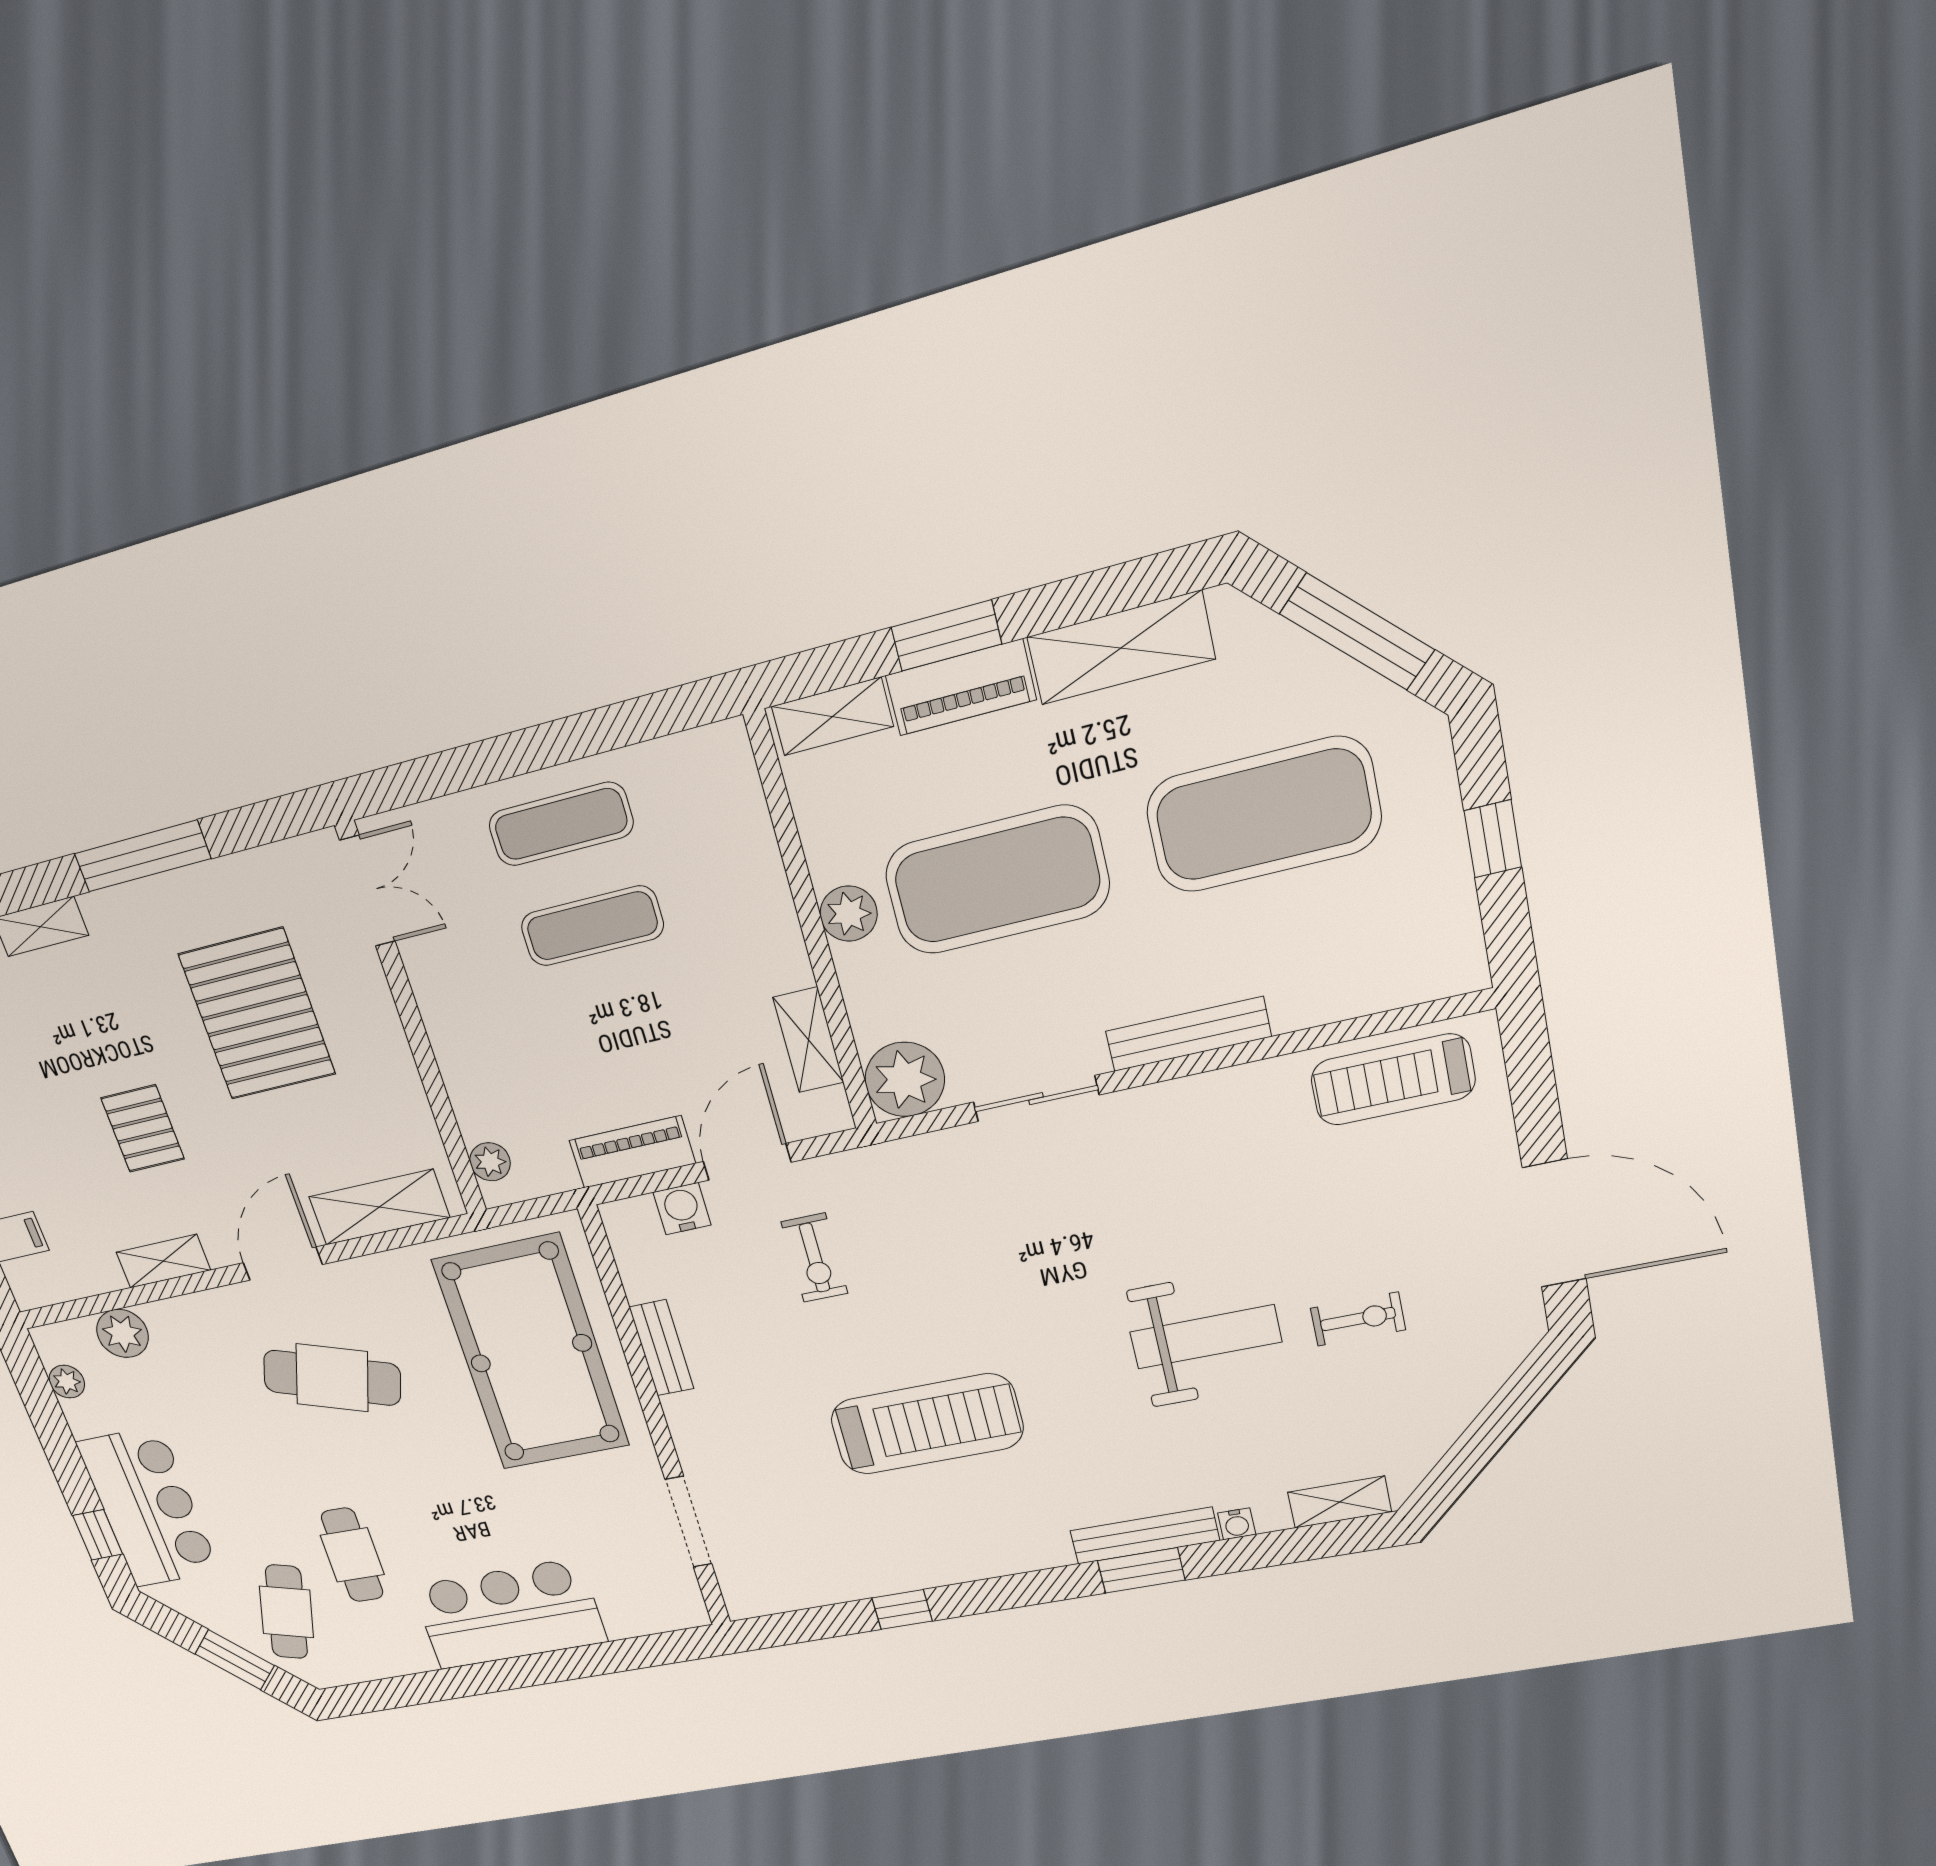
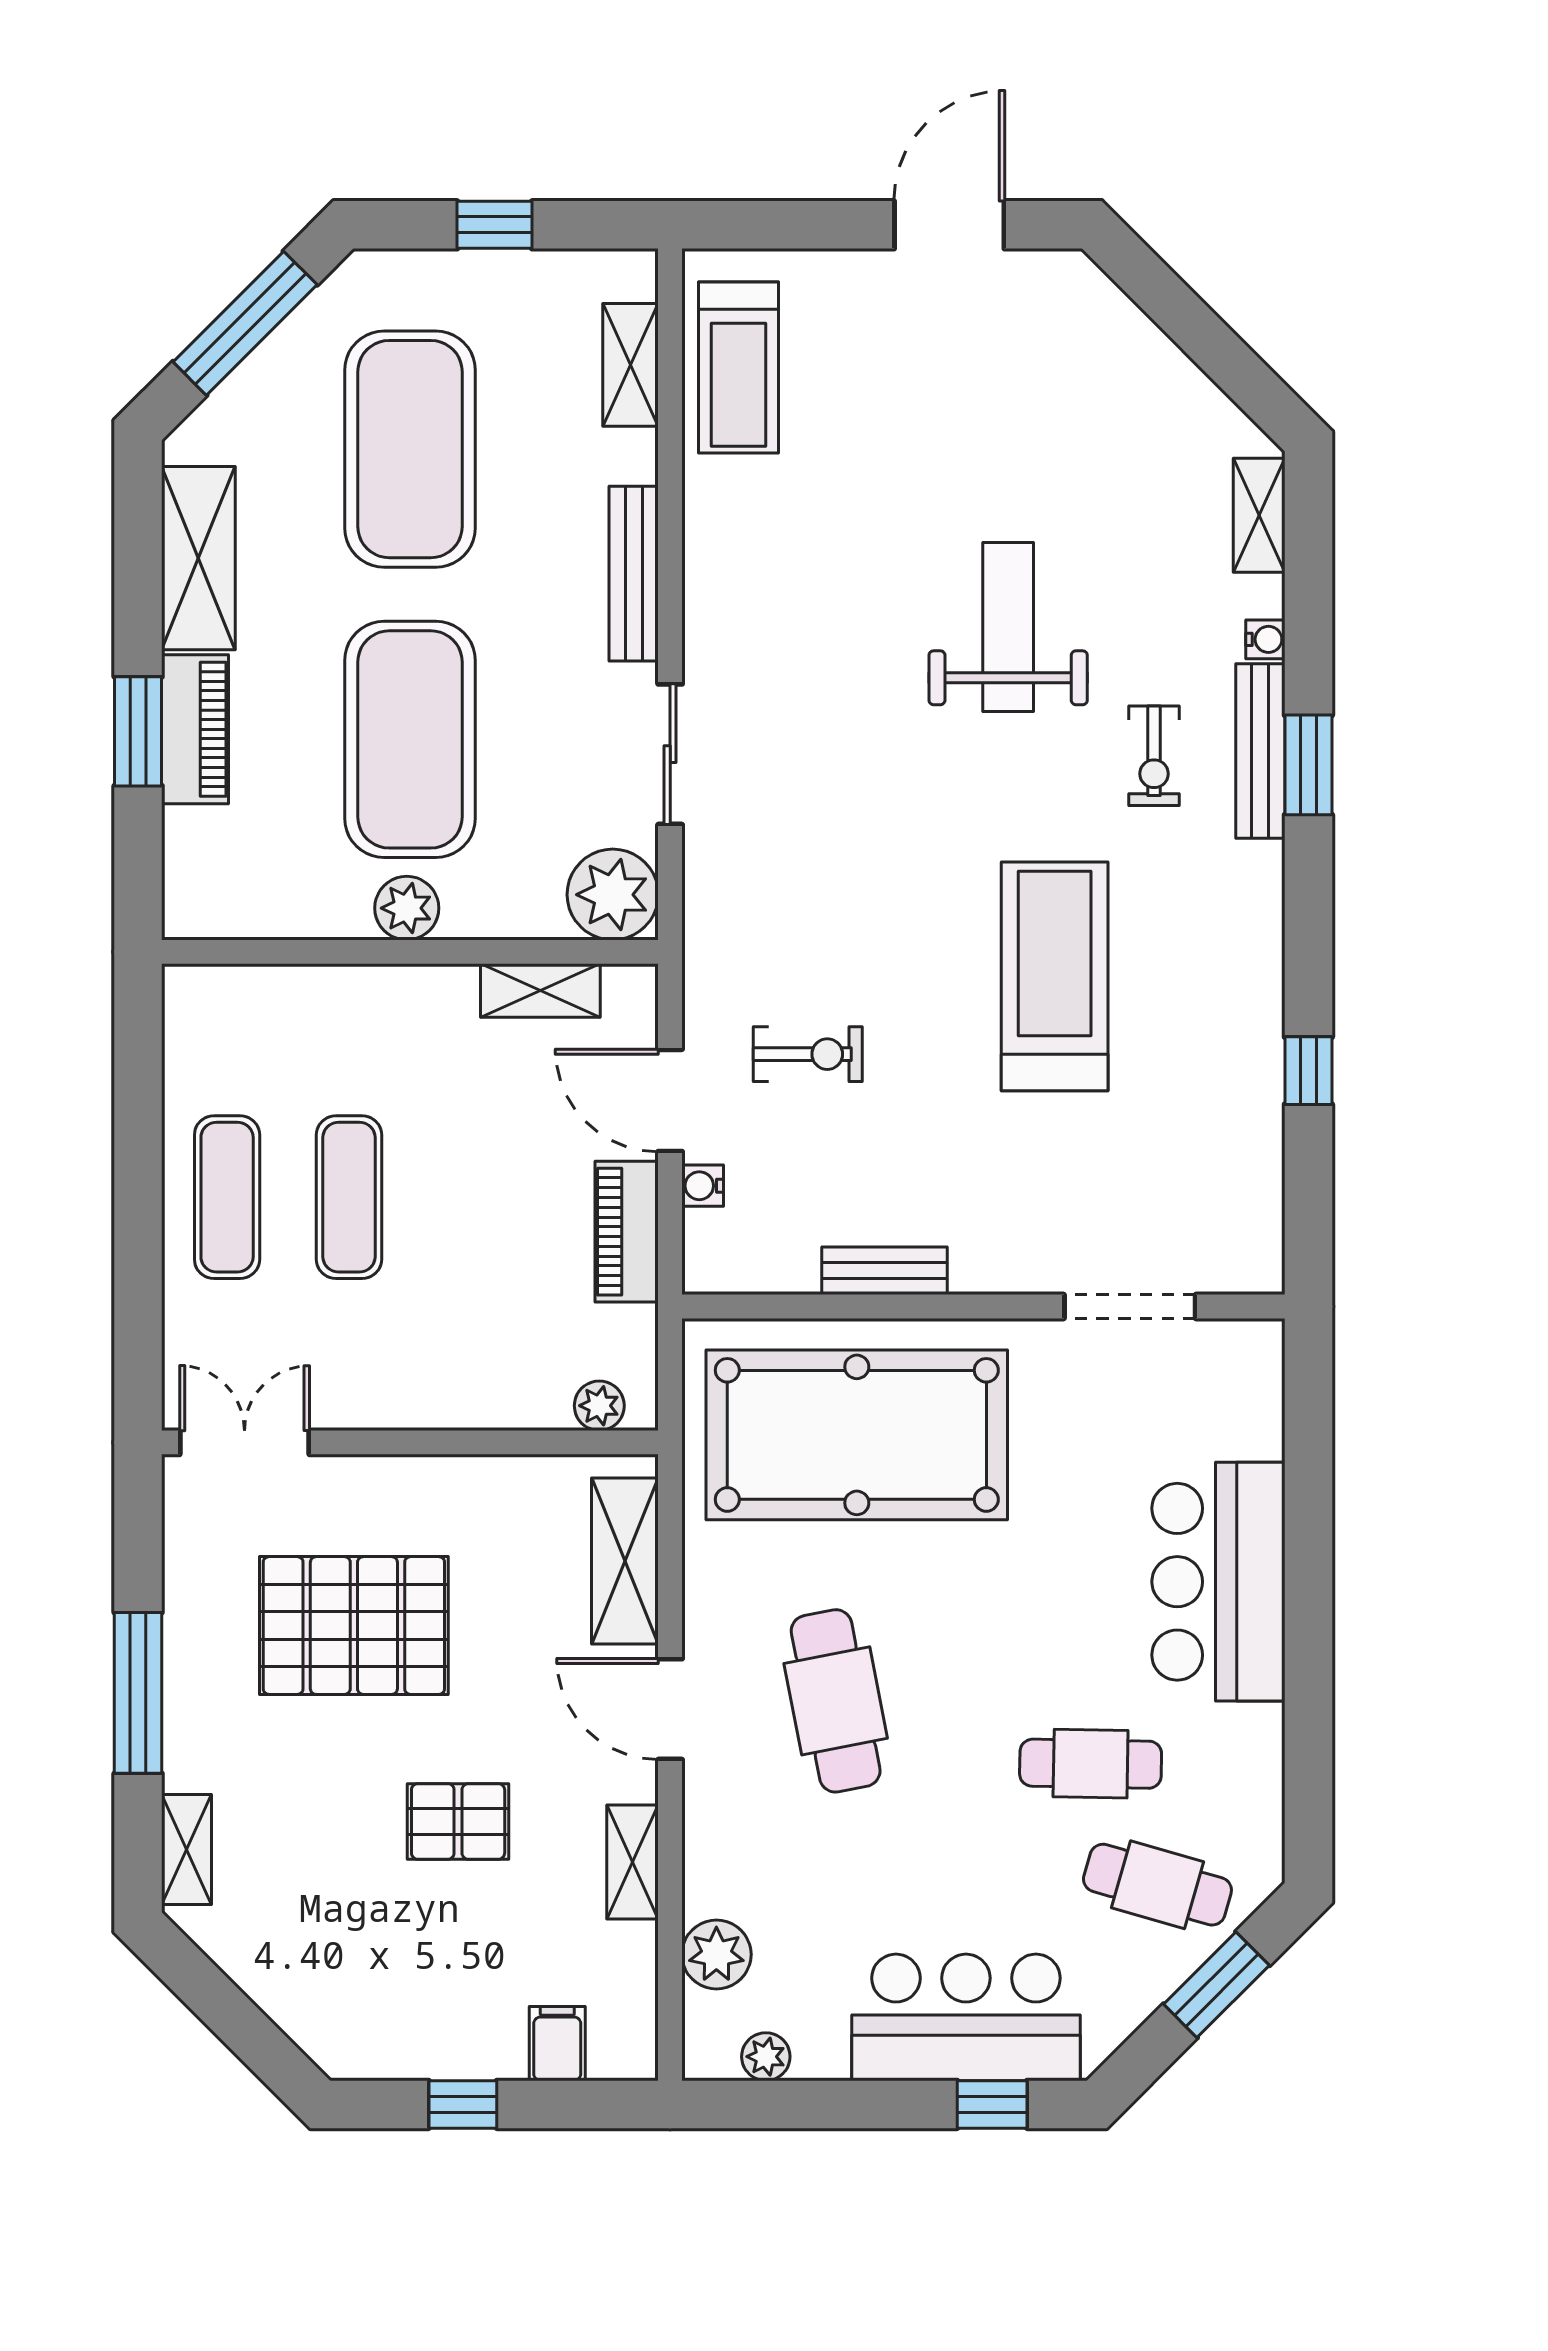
shelving: (832, 717) -> (631, 365), moved
water cooler: (682, 1209) -> (703, 1186), width x0.72, depth x0.72
door: (1554, 1223) -> (949, 225), width x0.73
exercise bike: (1358, 1319) -> (1154, 756), moved, turned 180
cafe table: (332, 1378) -> (836, 1701), turned -30

